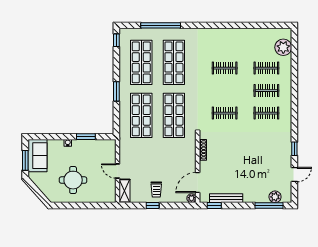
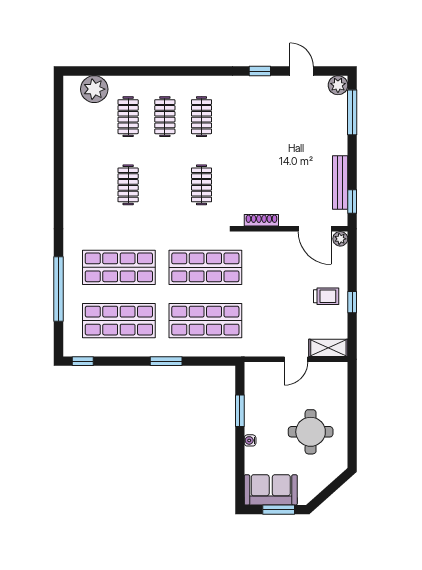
plant: (275, 197) -> (338, 85), moved

